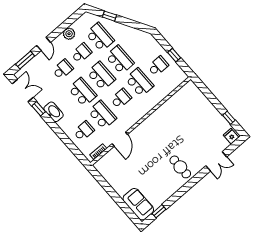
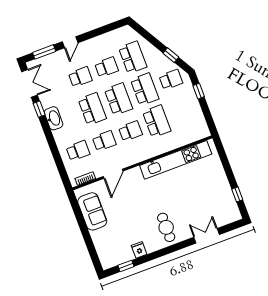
window: (109, 16) -> (171, 55), moved
plant: (69, 34) -> (101, 42), removed
window: (174, 55) -> (199, 91), moved
school desk: (158, 66) -> (171, 80), moved
kitchen unit: (167, 108) -> (176, 160), added
school desk: (102, 115) -> (104, 141), width x0.54
fridge: (231, 136) -> (139, 250), moved
double door: (216, 161) -> (207, 236), swing flipped
sofa: (138, 204) -> (92, 211), moved

